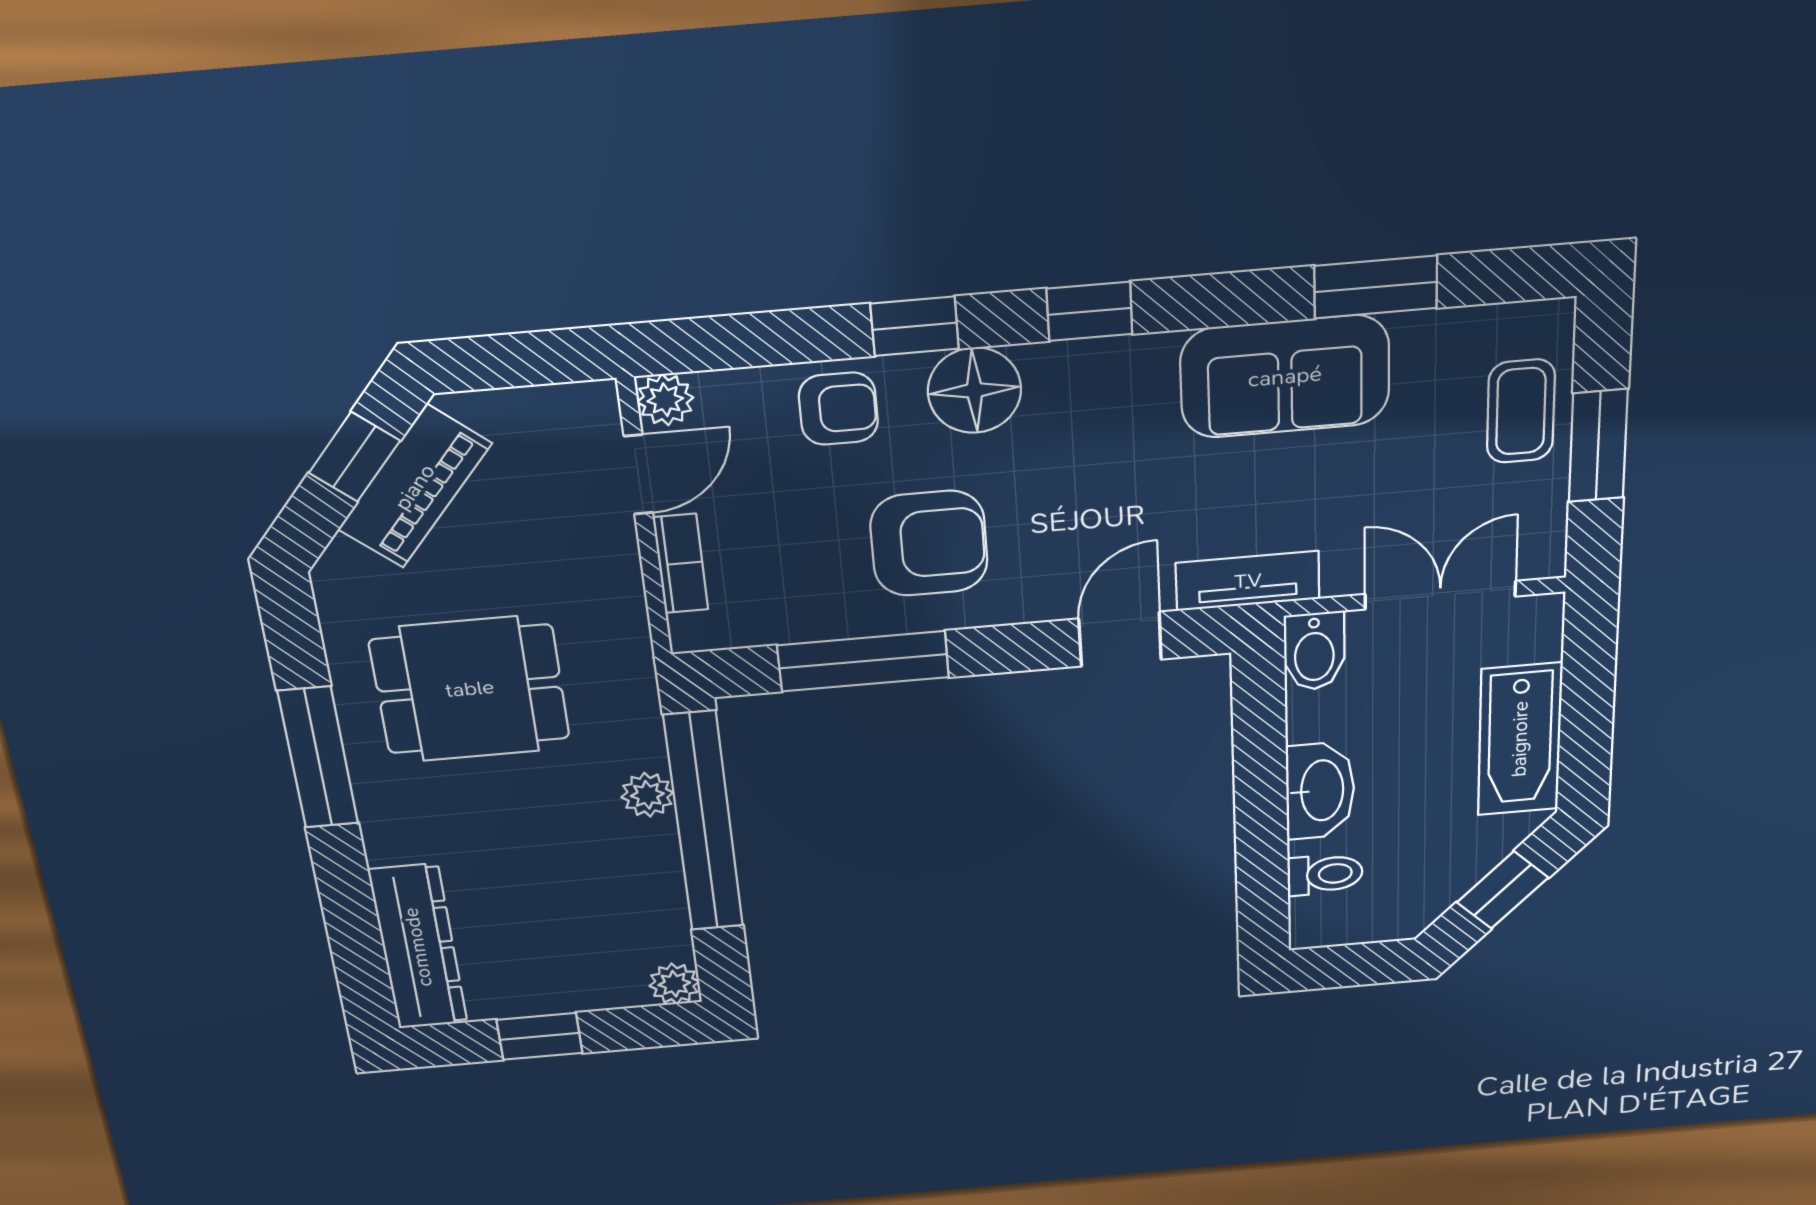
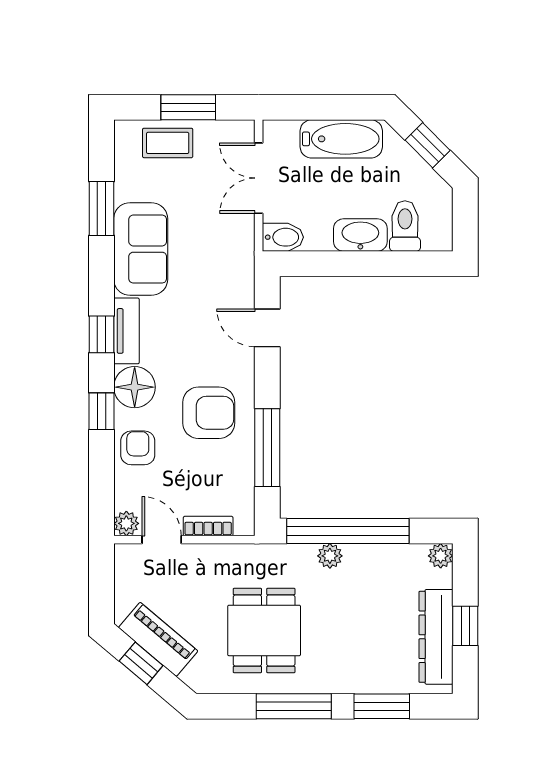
armchair: (929, 543) -> (209, 413), turned 90
tv unit: (1248, 581) -> (126, 331), moved, turned 180
toilet: (1325, 874) -> (405, 226), width x1.37, depth x1.39
window: (350, 912) -> (382, 706), added
dresser: (418, 947) -> (436, 637), moved, turned -90

